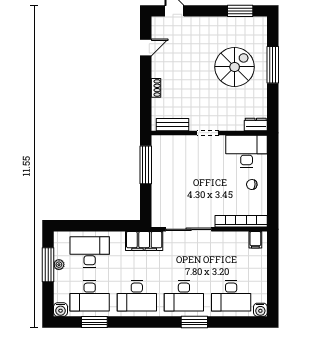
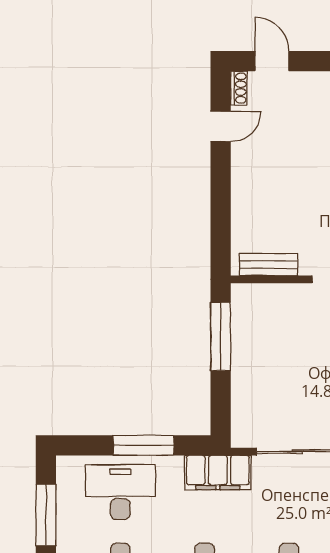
shoe rack: (156, 88) -> (239, 88), moved
window: (103, 226) -> (144, 445), added
plant: (59, 265) -> (65, 515), removed

